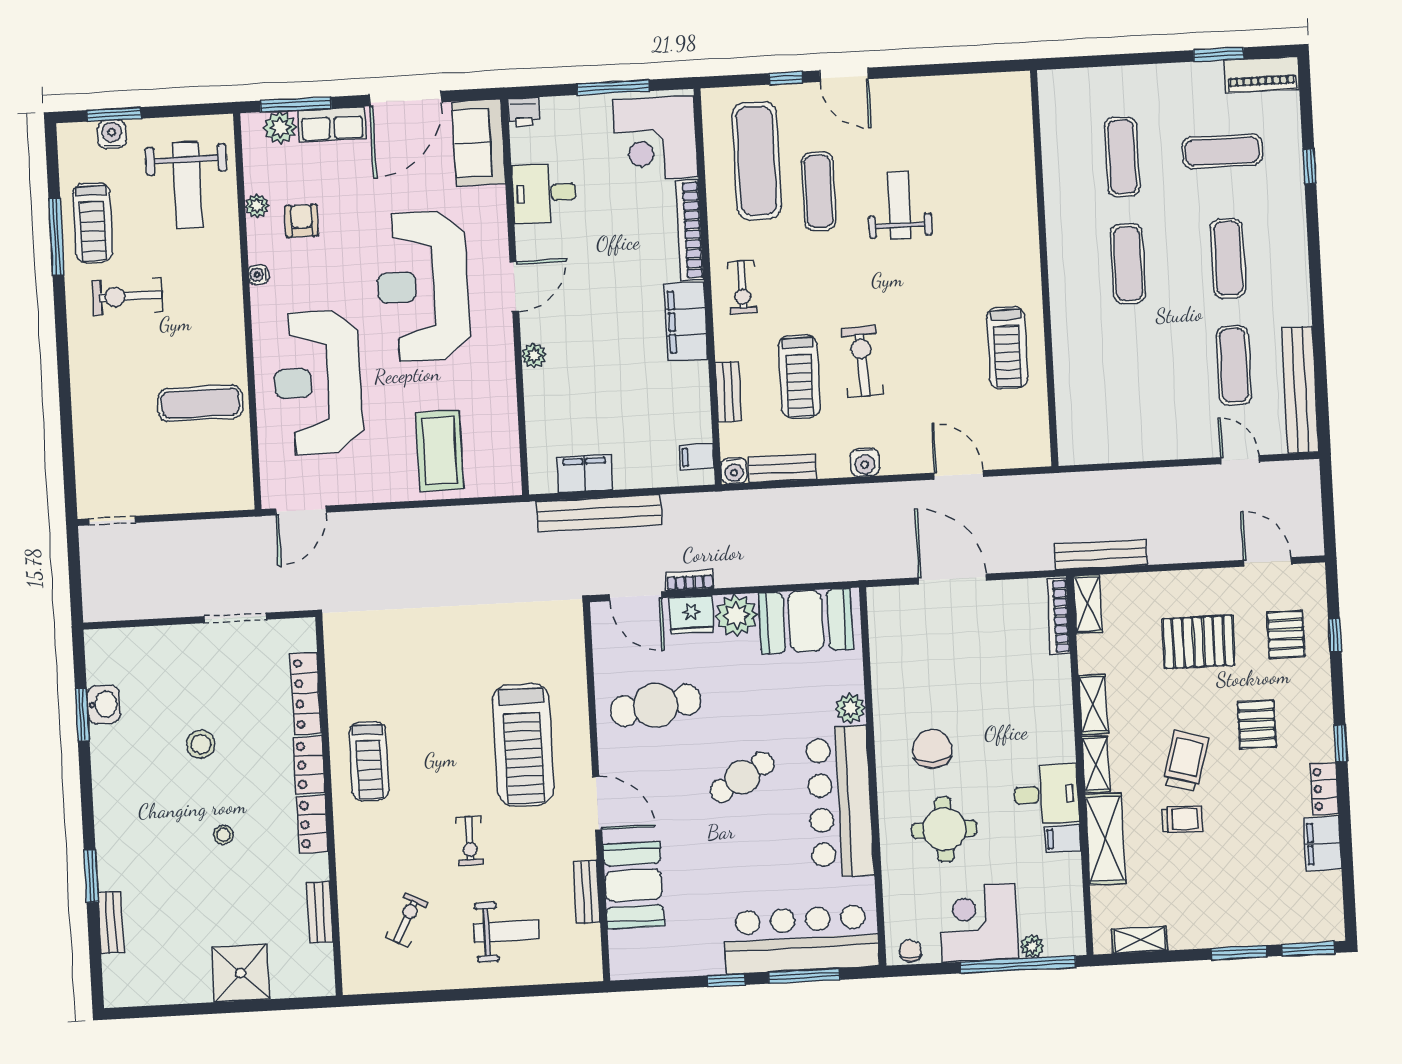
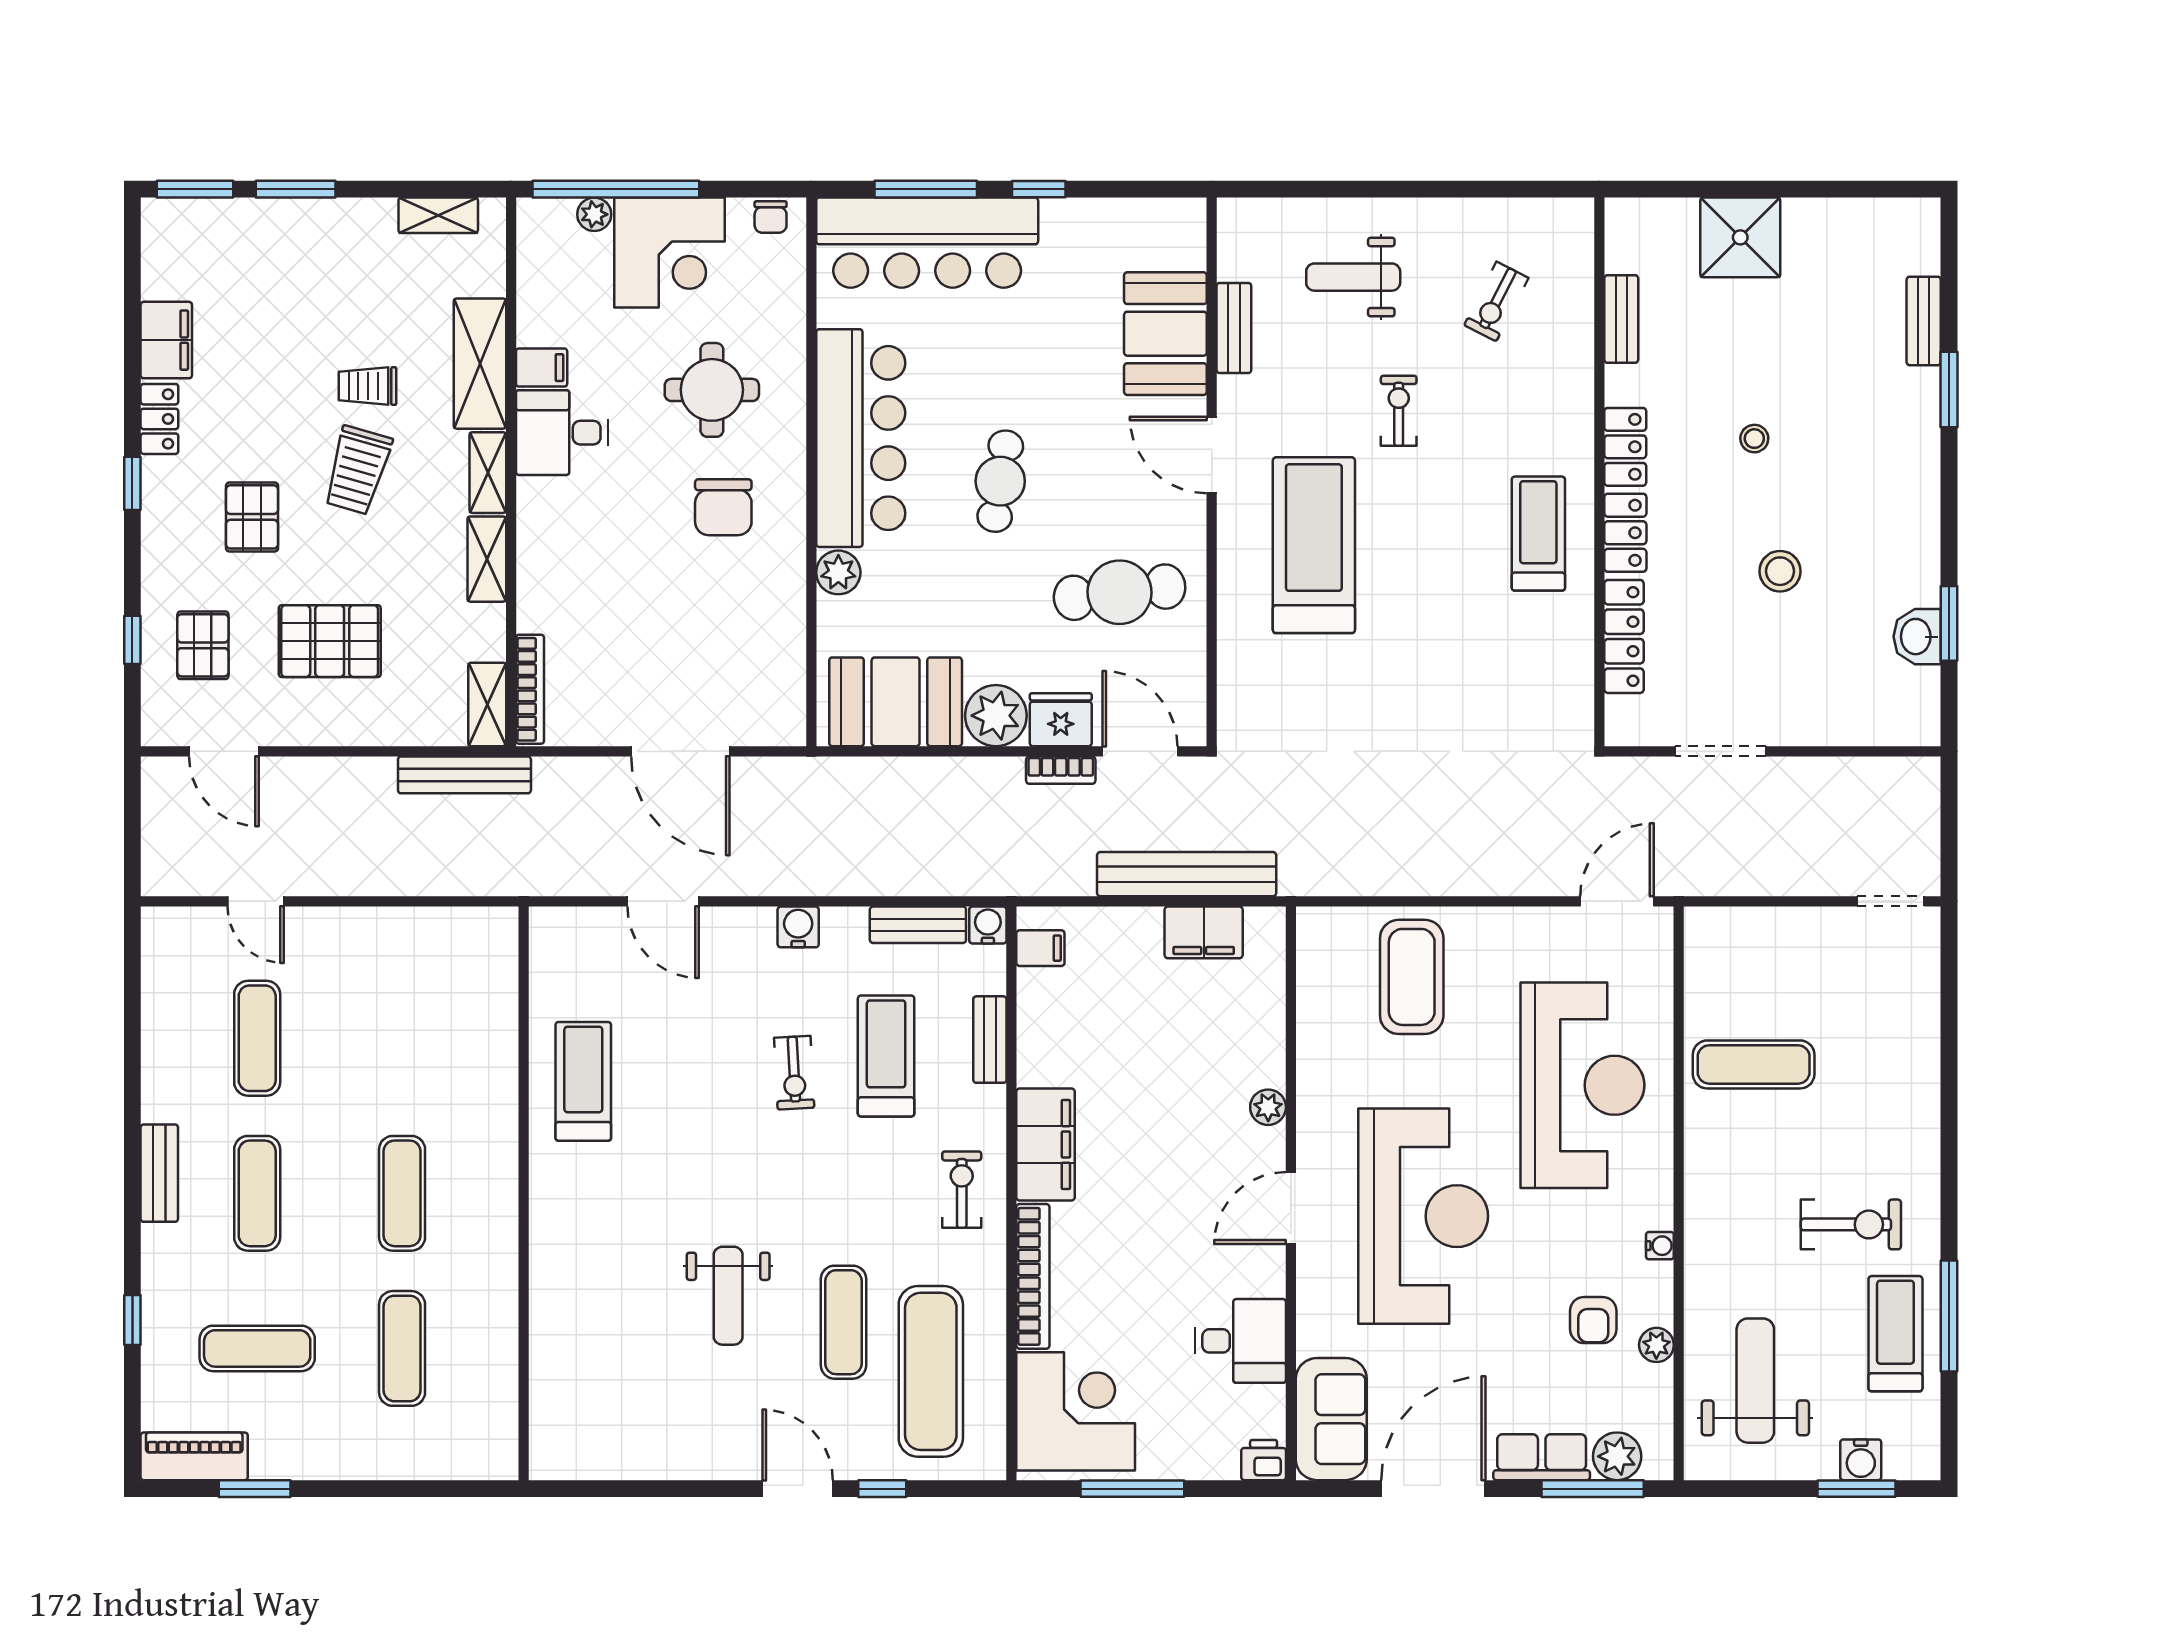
exercise bike: (862, 362) -> (794, 1073), width x0.73, depth x0.72
bench: (1300, 390) -> (159, 1173), moved, width x0.54, depth x0.82
cafe table: (742, 777) -> (1000, 481), turned -50

